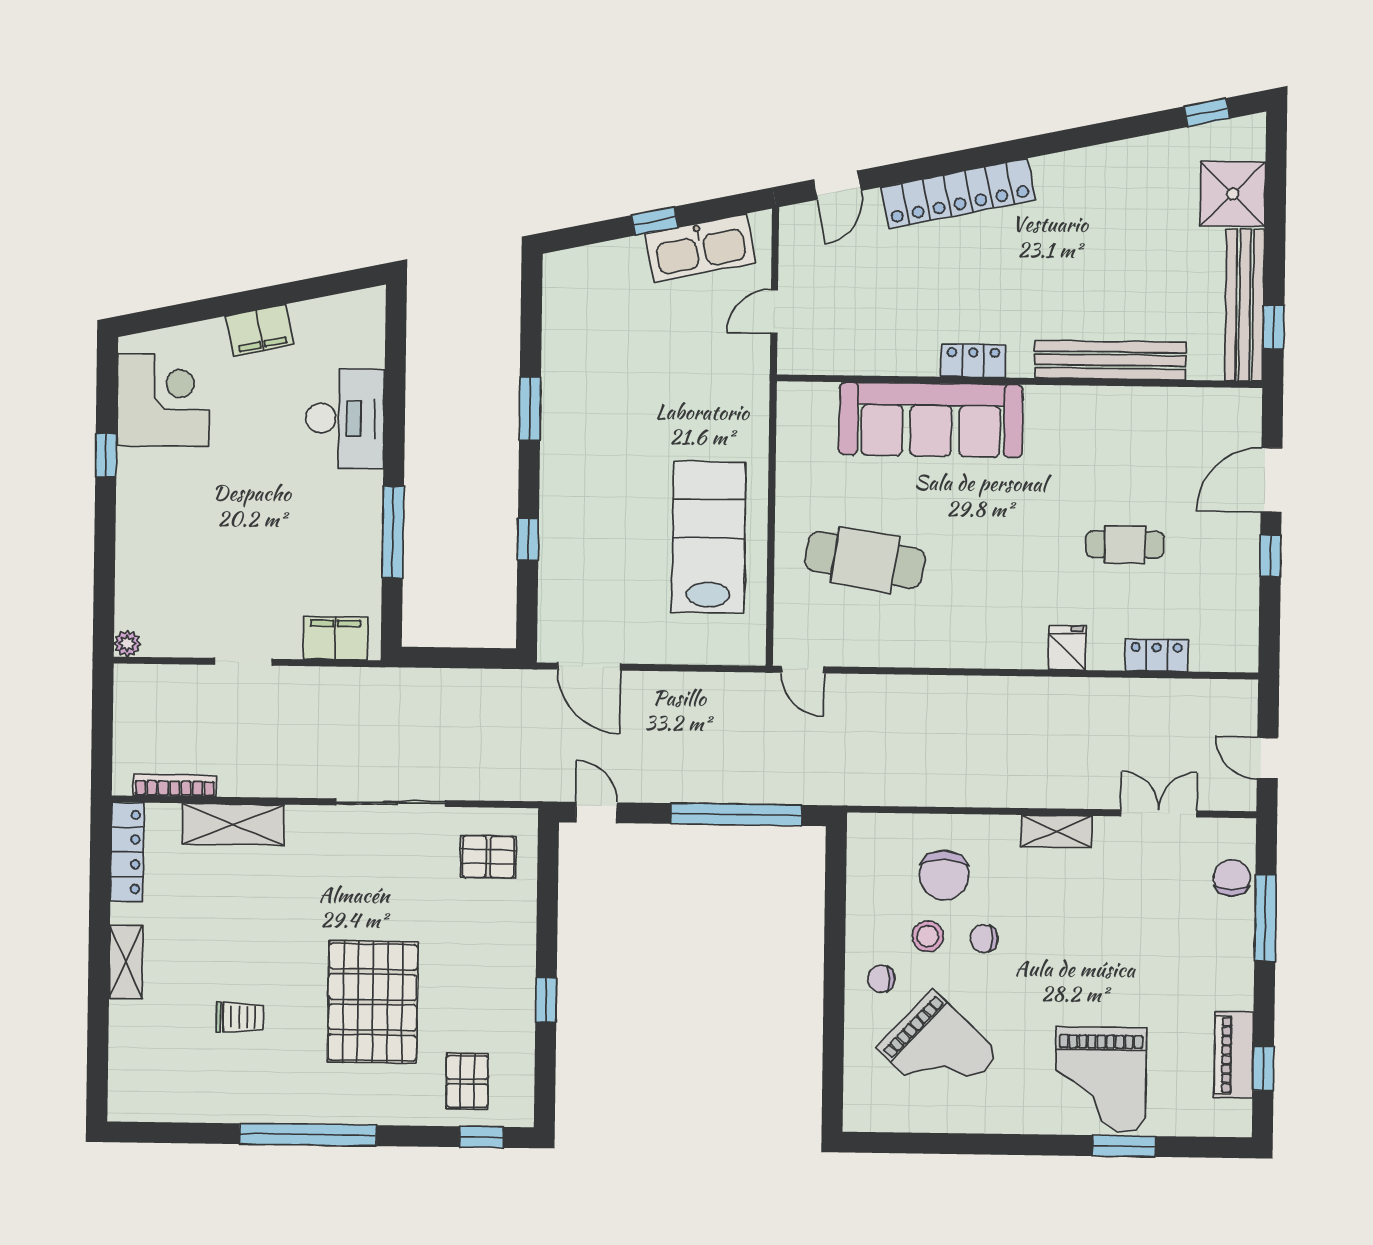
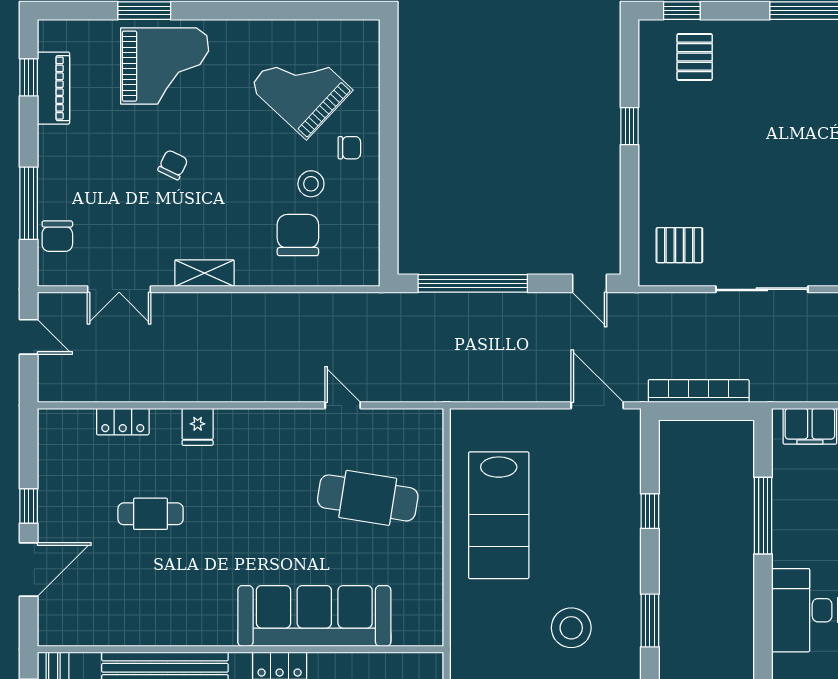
stool: (624, 401) -> (571, 628), added
door: (803, 670) -> (343, 405), moved
bookcase: (468, 682) -> (699, 391), added
chair: (984, 939) -> (173, 165), moved, turned -64
pallet: (373, 1002) -> (774, 122), removed
grand piano: (1101, 1079) -> (165, 66), turned 90

